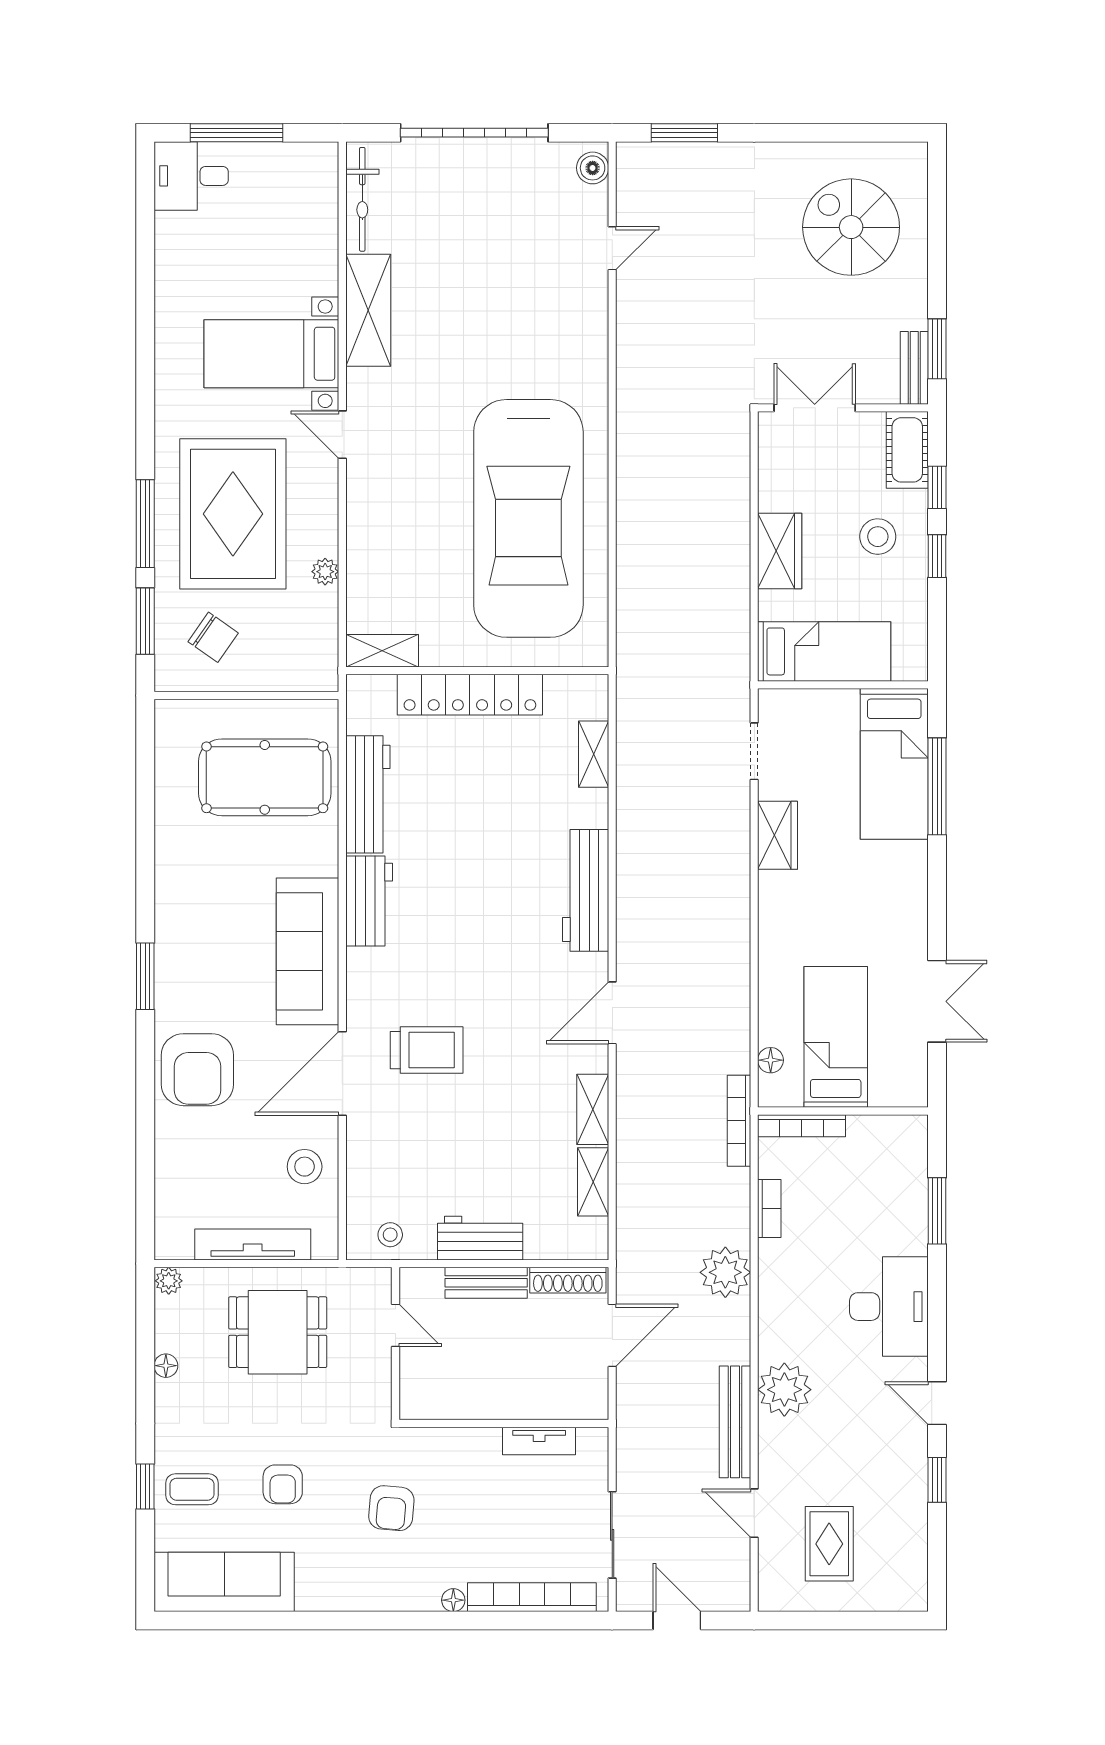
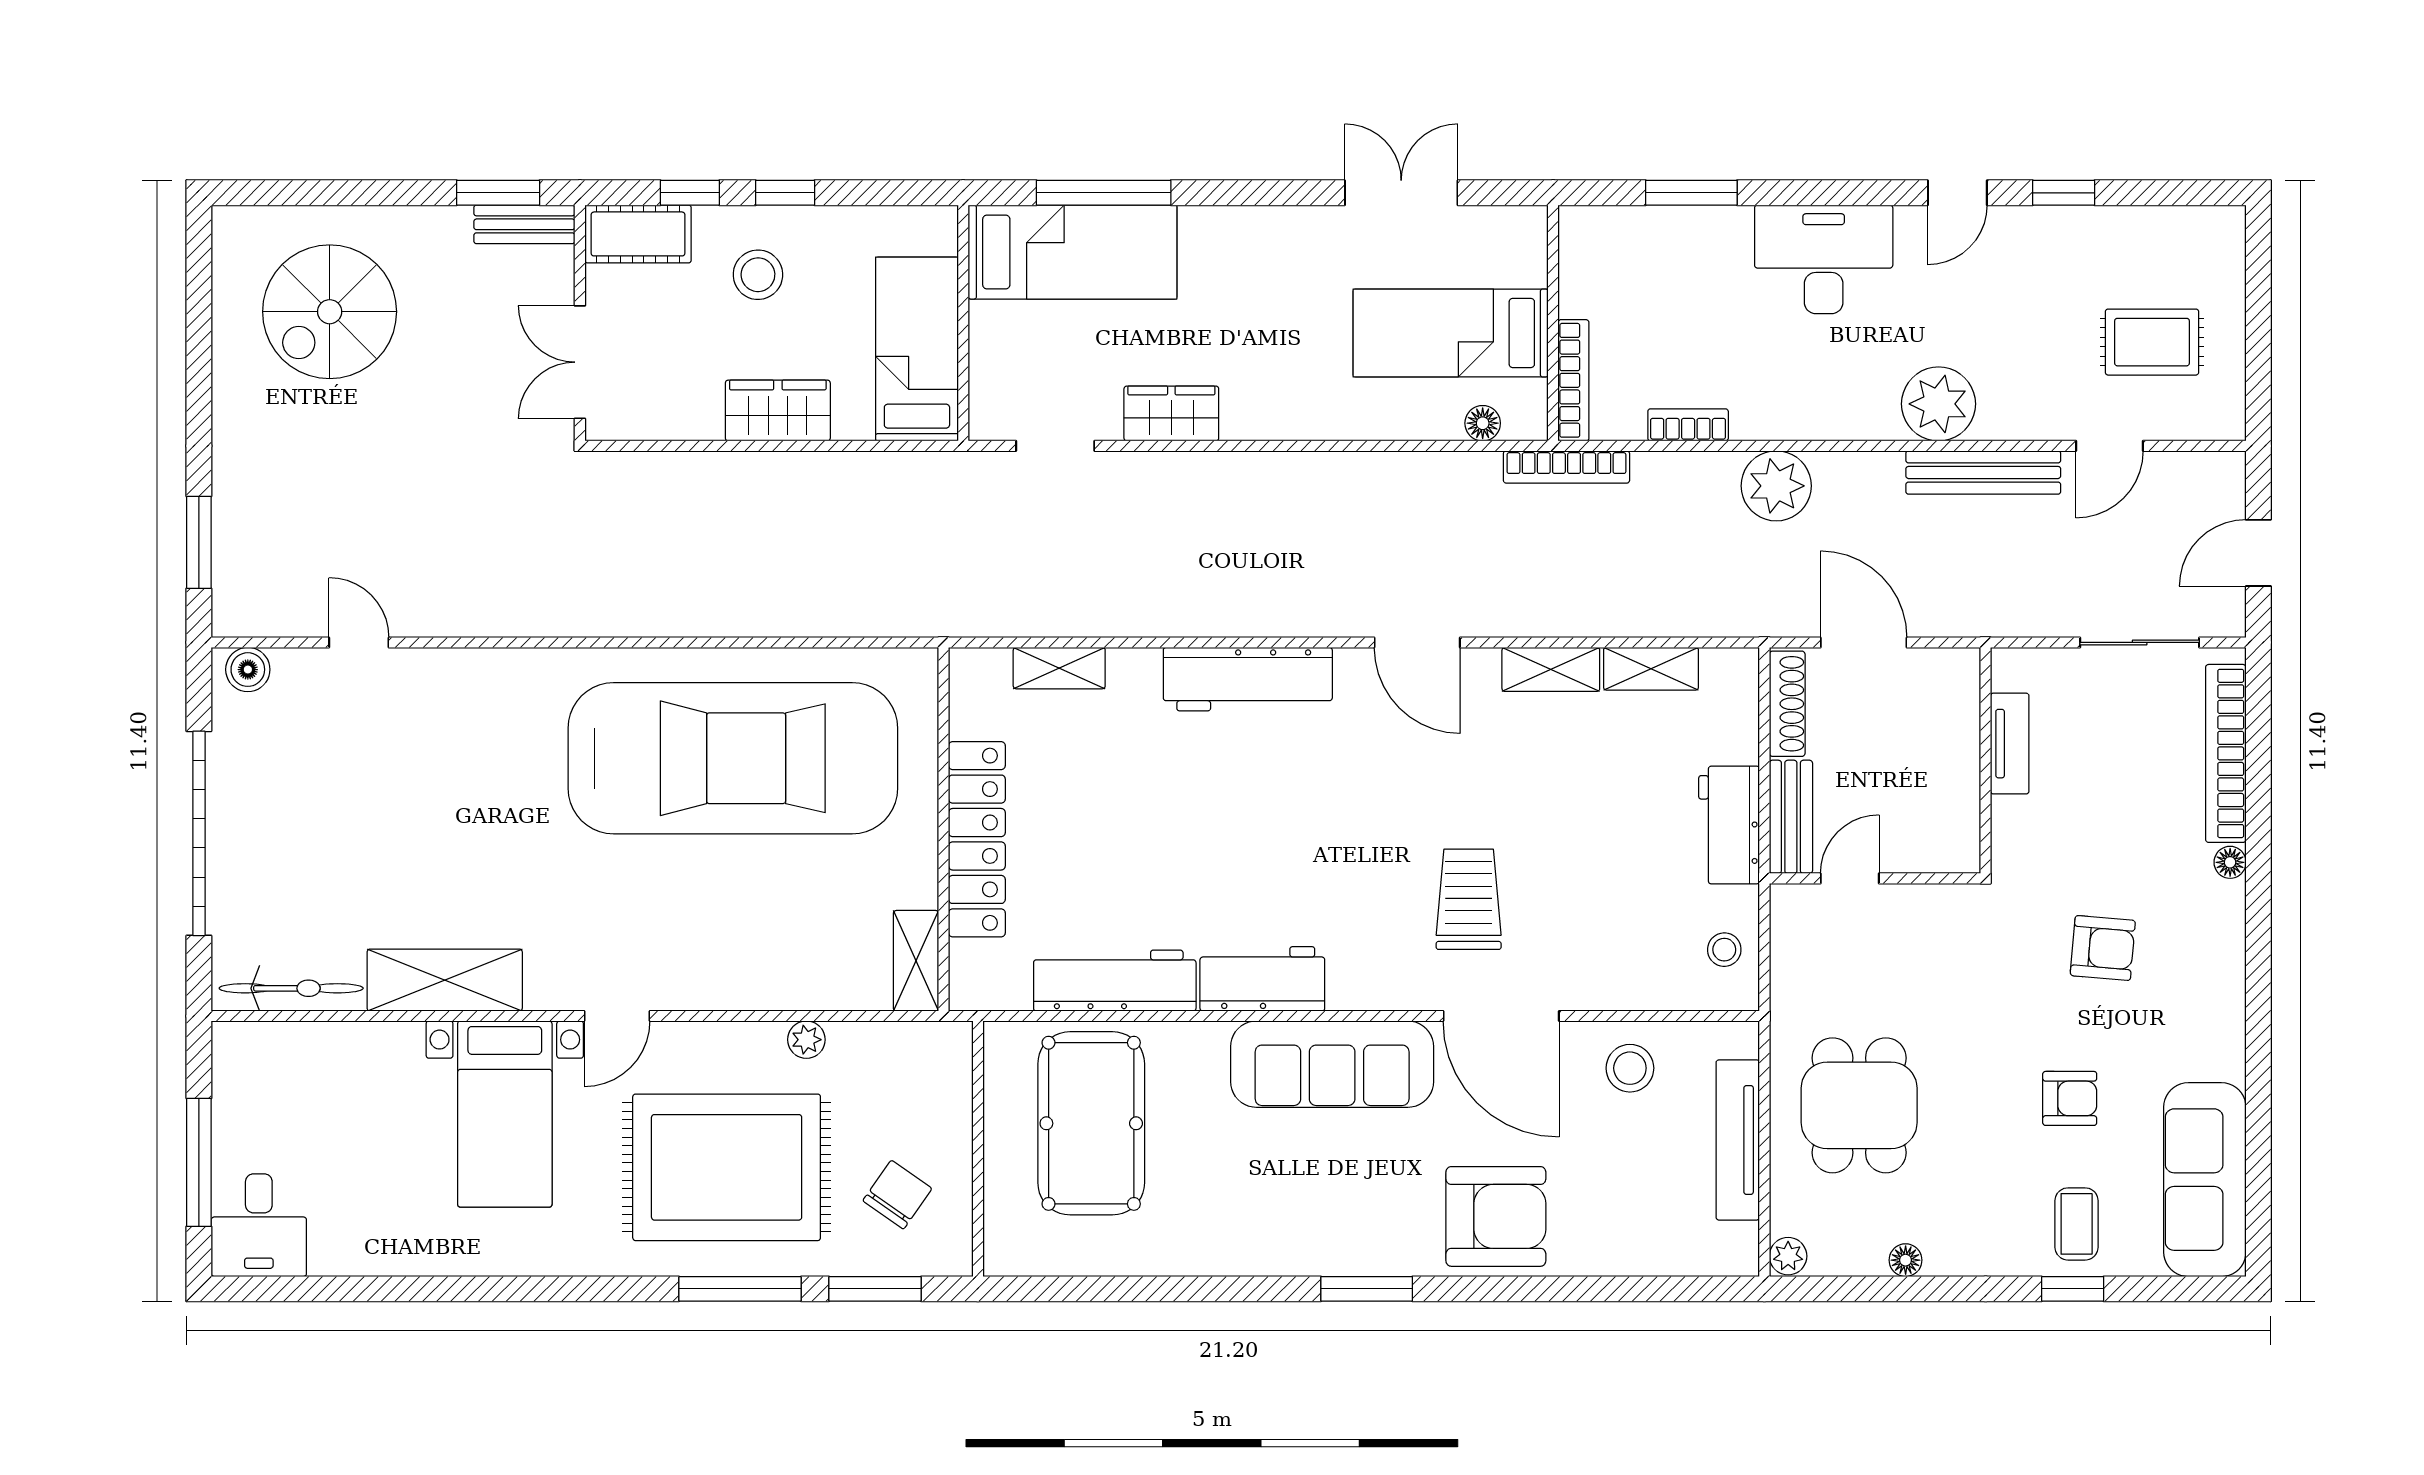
door: (395, 1325) -> (1850, 878), moved
wall: (395, 1344) -> (1875, 878), moved

